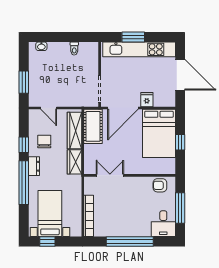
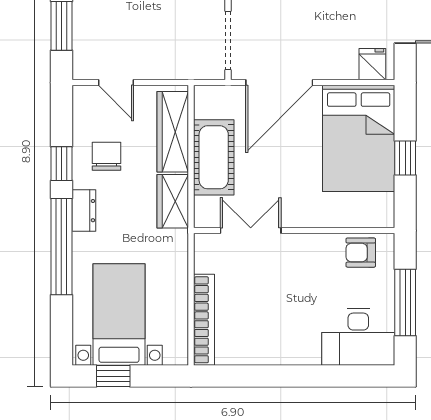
fridge: (147, 100) -> (372, 64), moved
cot: (93, 126) -> (214, 157), moved
desk: (163, 224) -> (358, 337), width x1.37
window: (130, 241) -> (294, 376), removed

